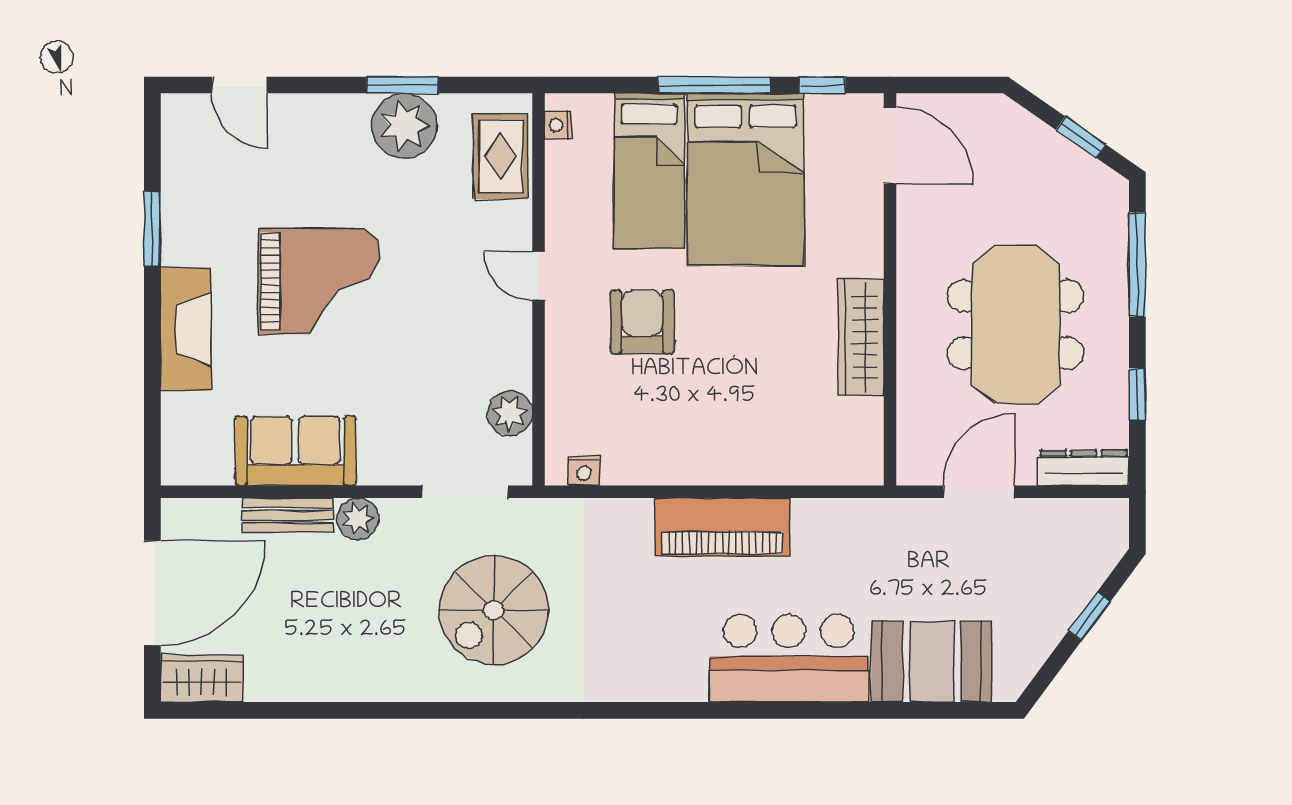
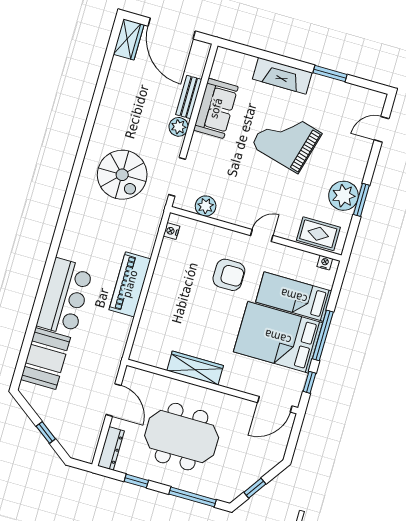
grand piano: (319, 281) -> (286, 140), turned 105
spiral stairs: (494, 610) -> (122, 175), turned 180

